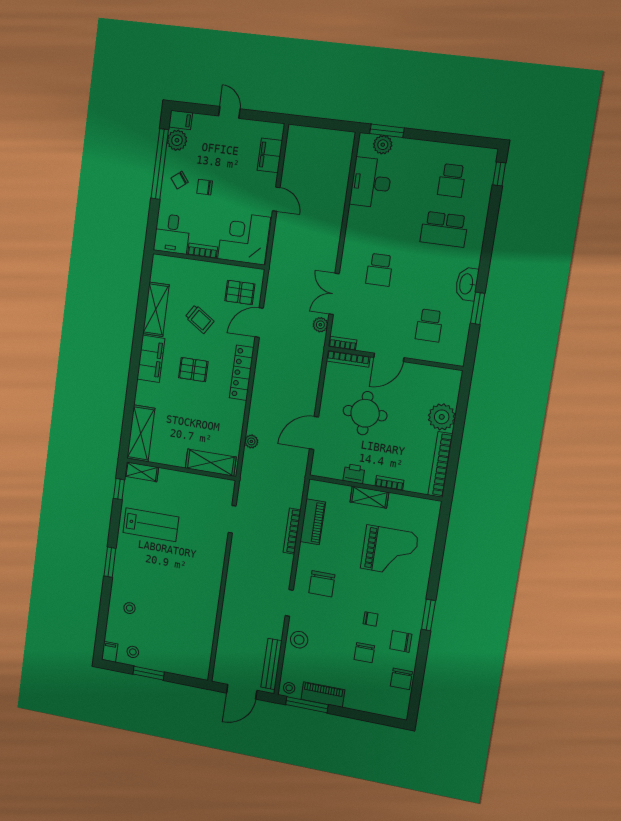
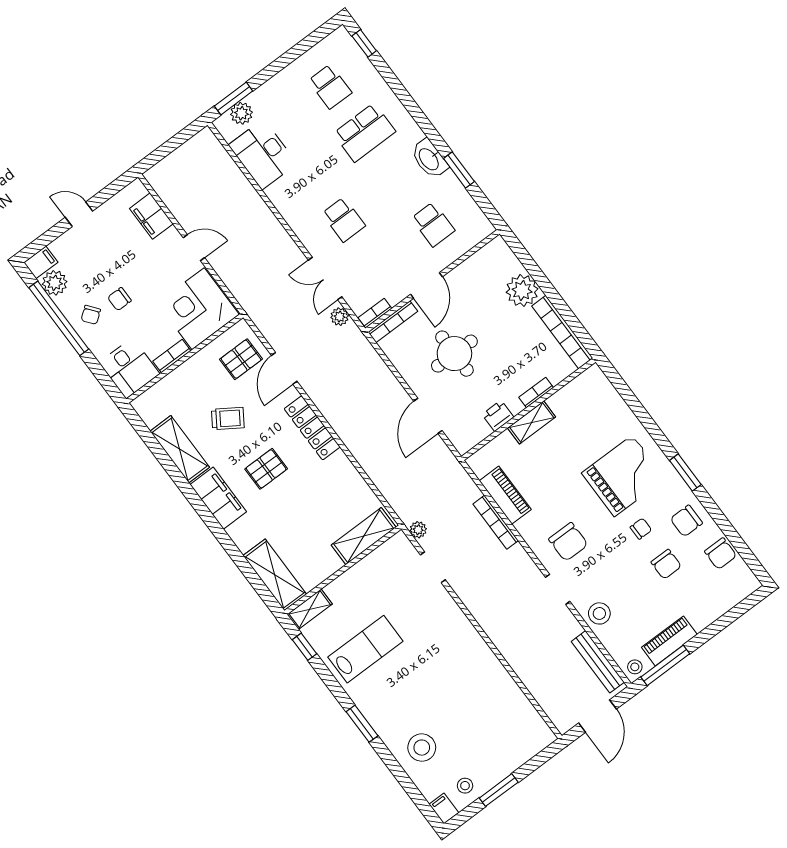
plant: (251, 441) -> (418, 530), moved
grand piano: (389, 551) -> (623, 476), moved
stool: (130, 608) -> (422, 748), width x1.89, depth x1.89

